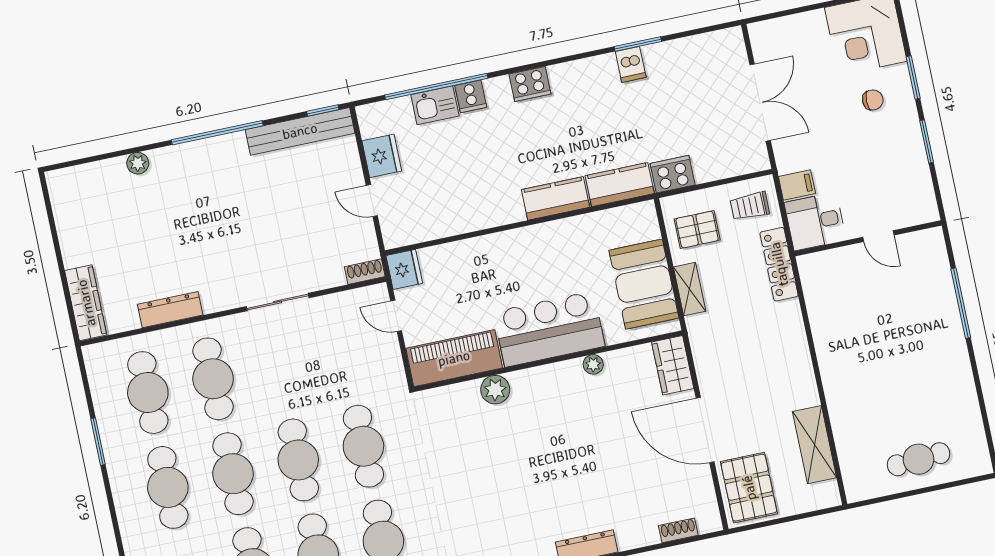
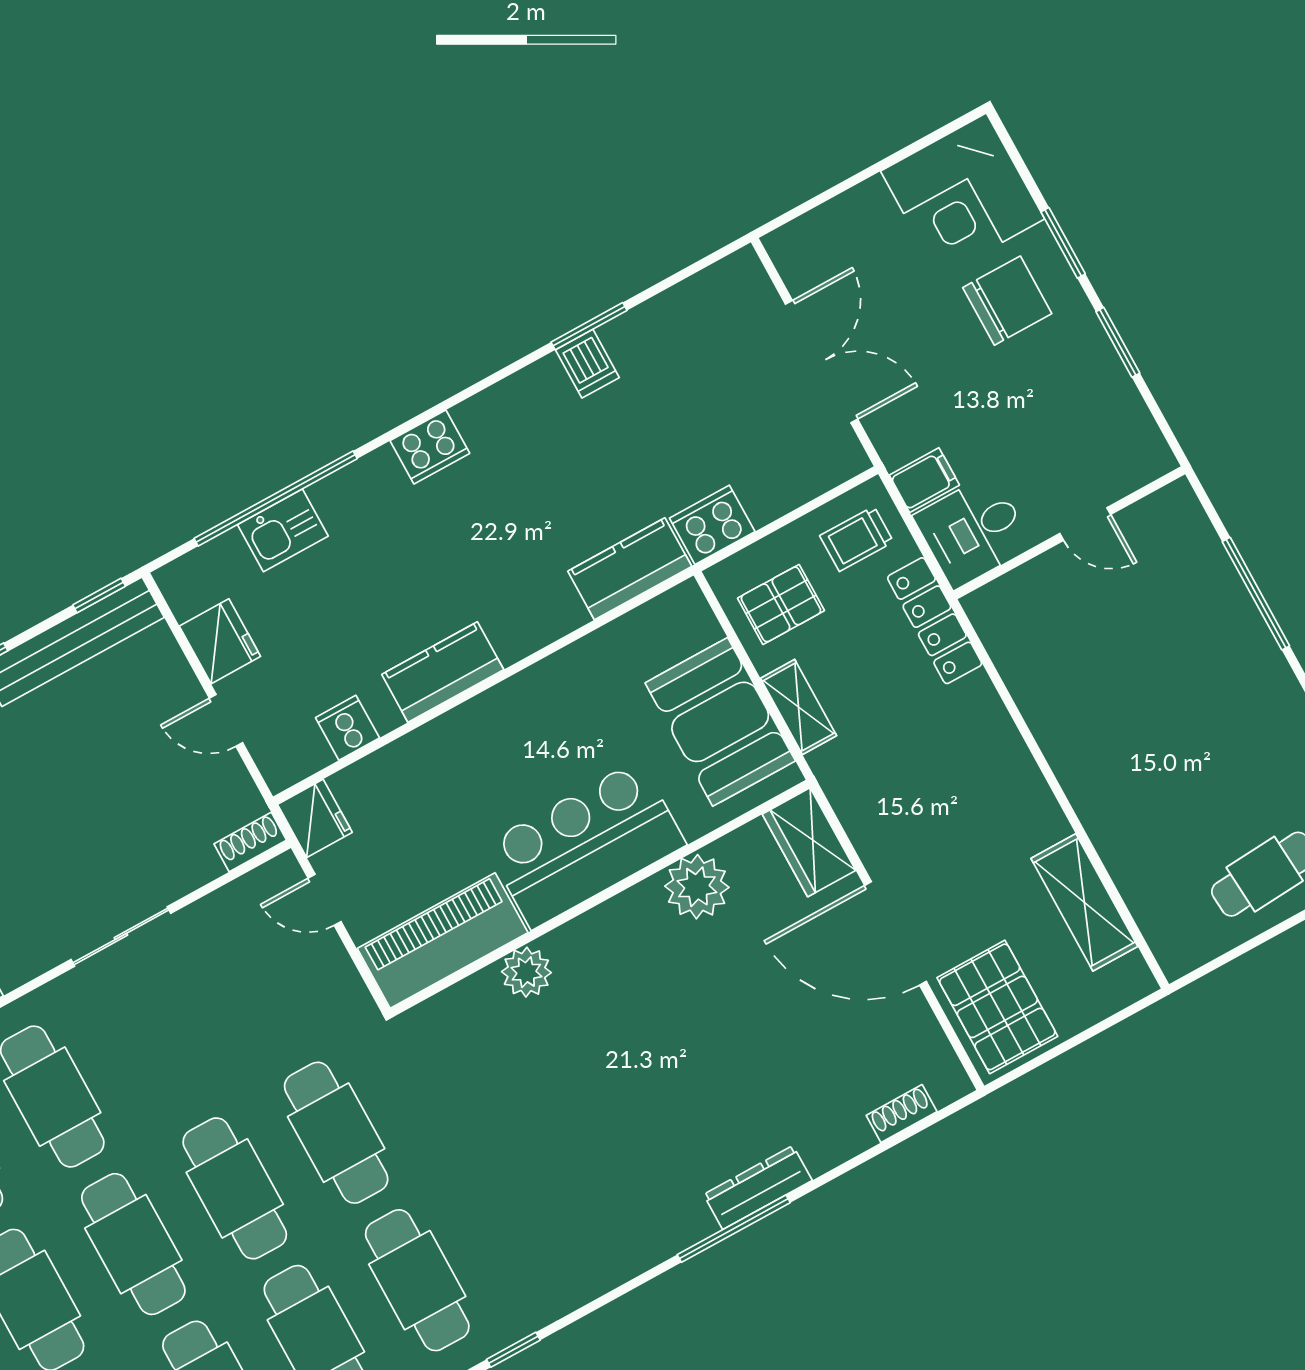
cooker: (471, 96) -> (347, 728), moved, turned 180
chair: (873, 100) -> (1007, 301), width x1.87, depth x1.87
kitchen counter: (556, 198) -> (443, 672), moved
plant: (593, 364) -> (697, 887), width x1.87, depth x1.87

